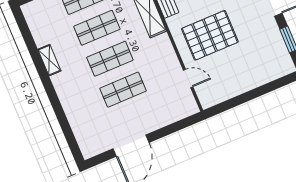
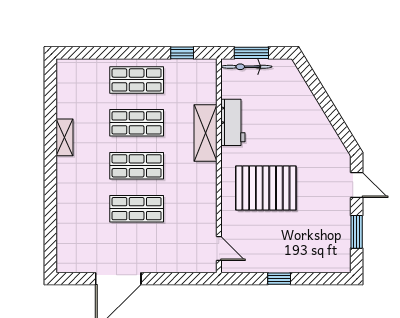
door: (188, 78) -> (219, 248), moved
window: (247, 97) -> (279, 279), added

